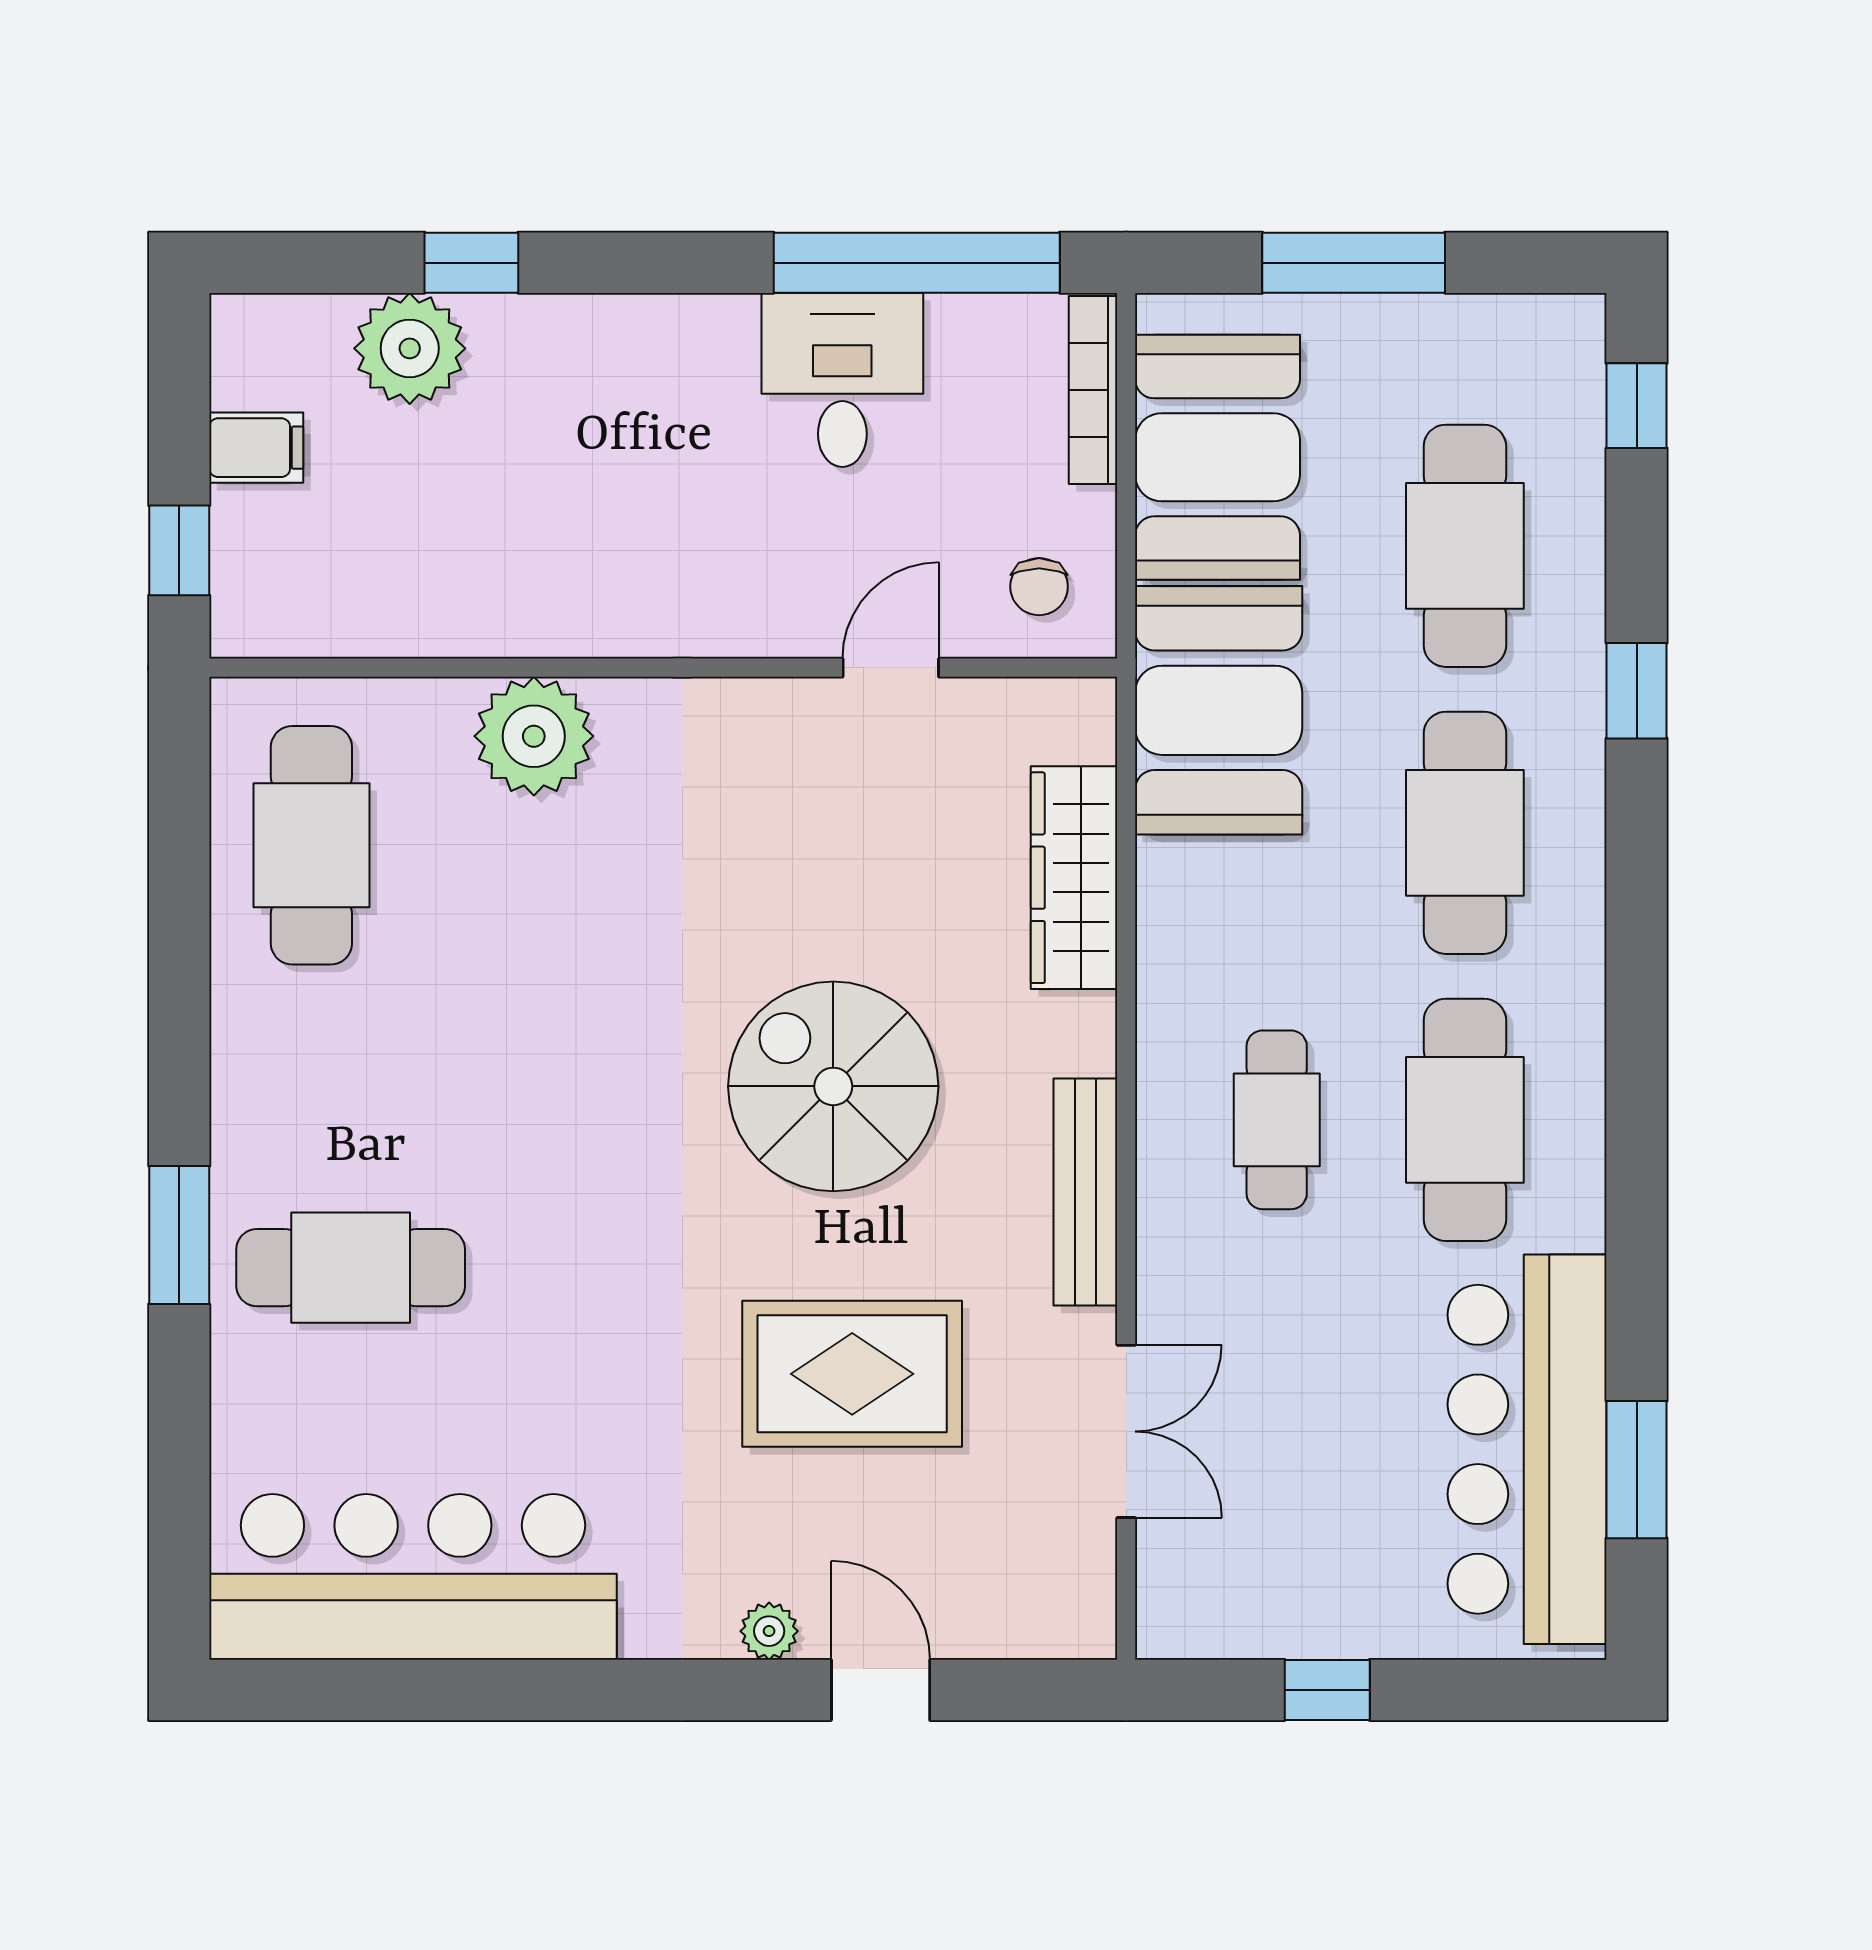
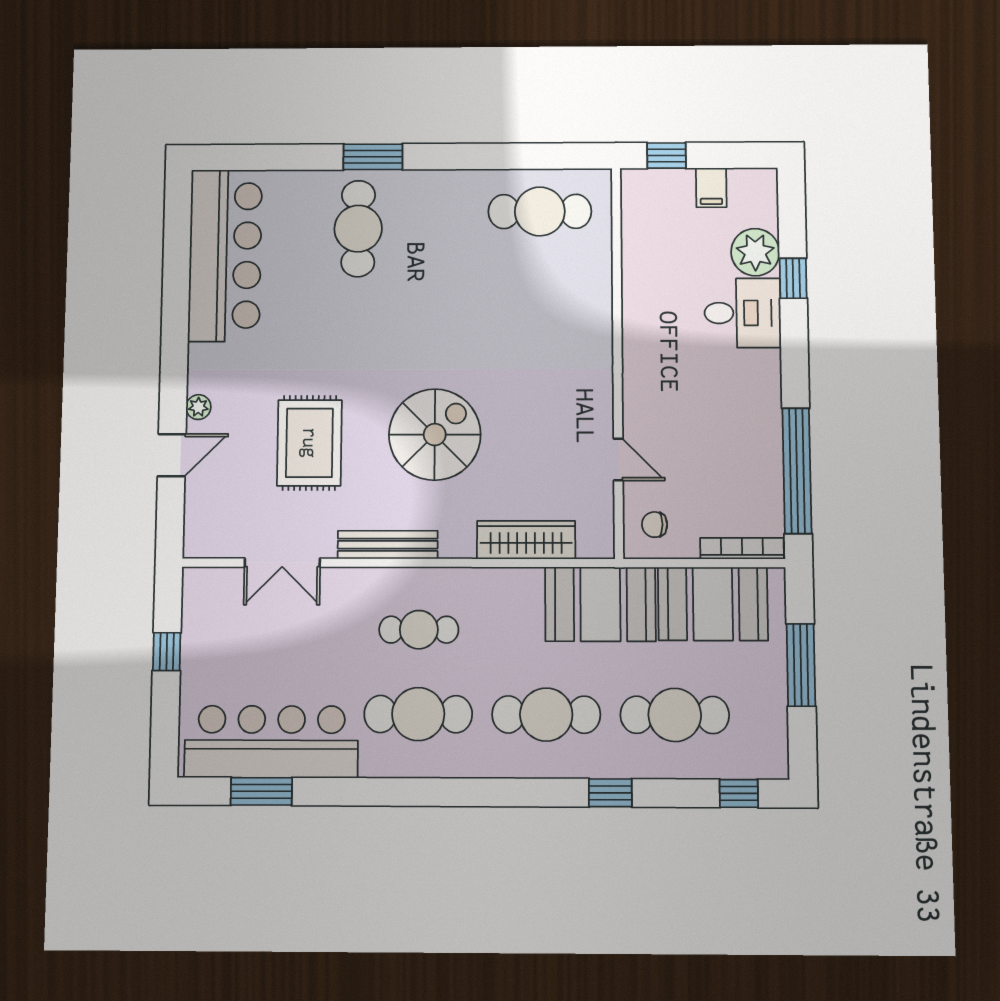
desk: (842, 380) -> (743, 313), moved
plant: (534, 736) -> (587, 305), removed

